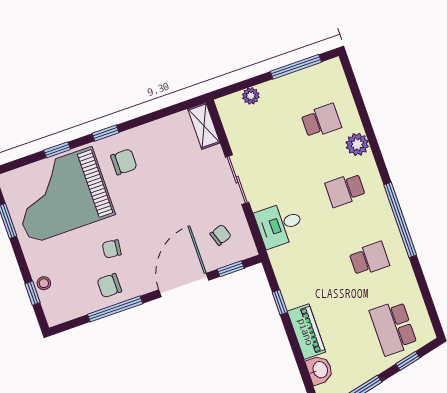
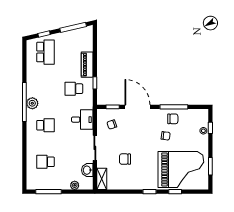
plant: (357, 144) -> (32, 103), moved
chair: (124, 162) -> (125, 159), moved
school desk: (369, 259) -> (74, 89), moved
door: (184, 285) -> (137, 107), swing flipped
washbasin: (320, 370) -> (87, 170), moved

